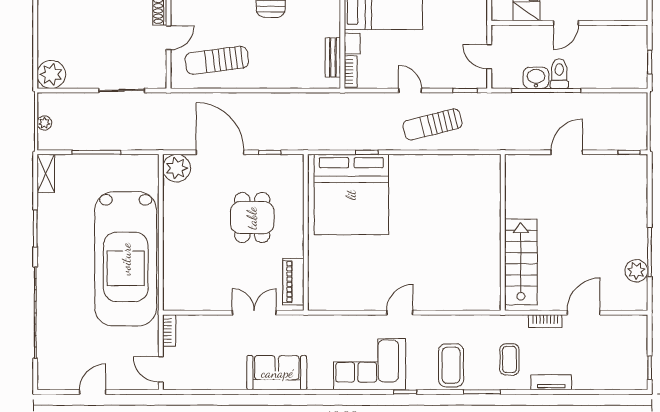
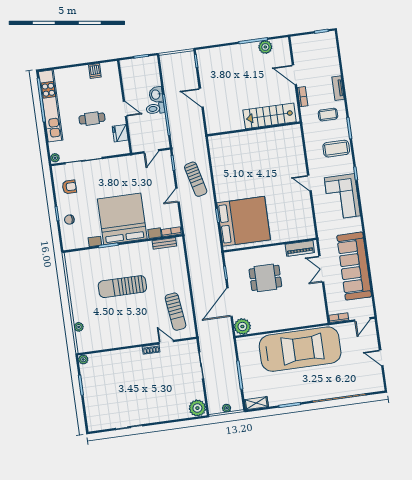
washbasin: (536, 78) -> (156, 95), moved
sofa: (277, 373) -> (354, 266), width x1.85, depth x1.27

